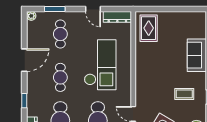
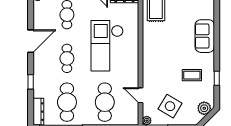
checkout: (100, 65) -> (107, 46), turned 180

